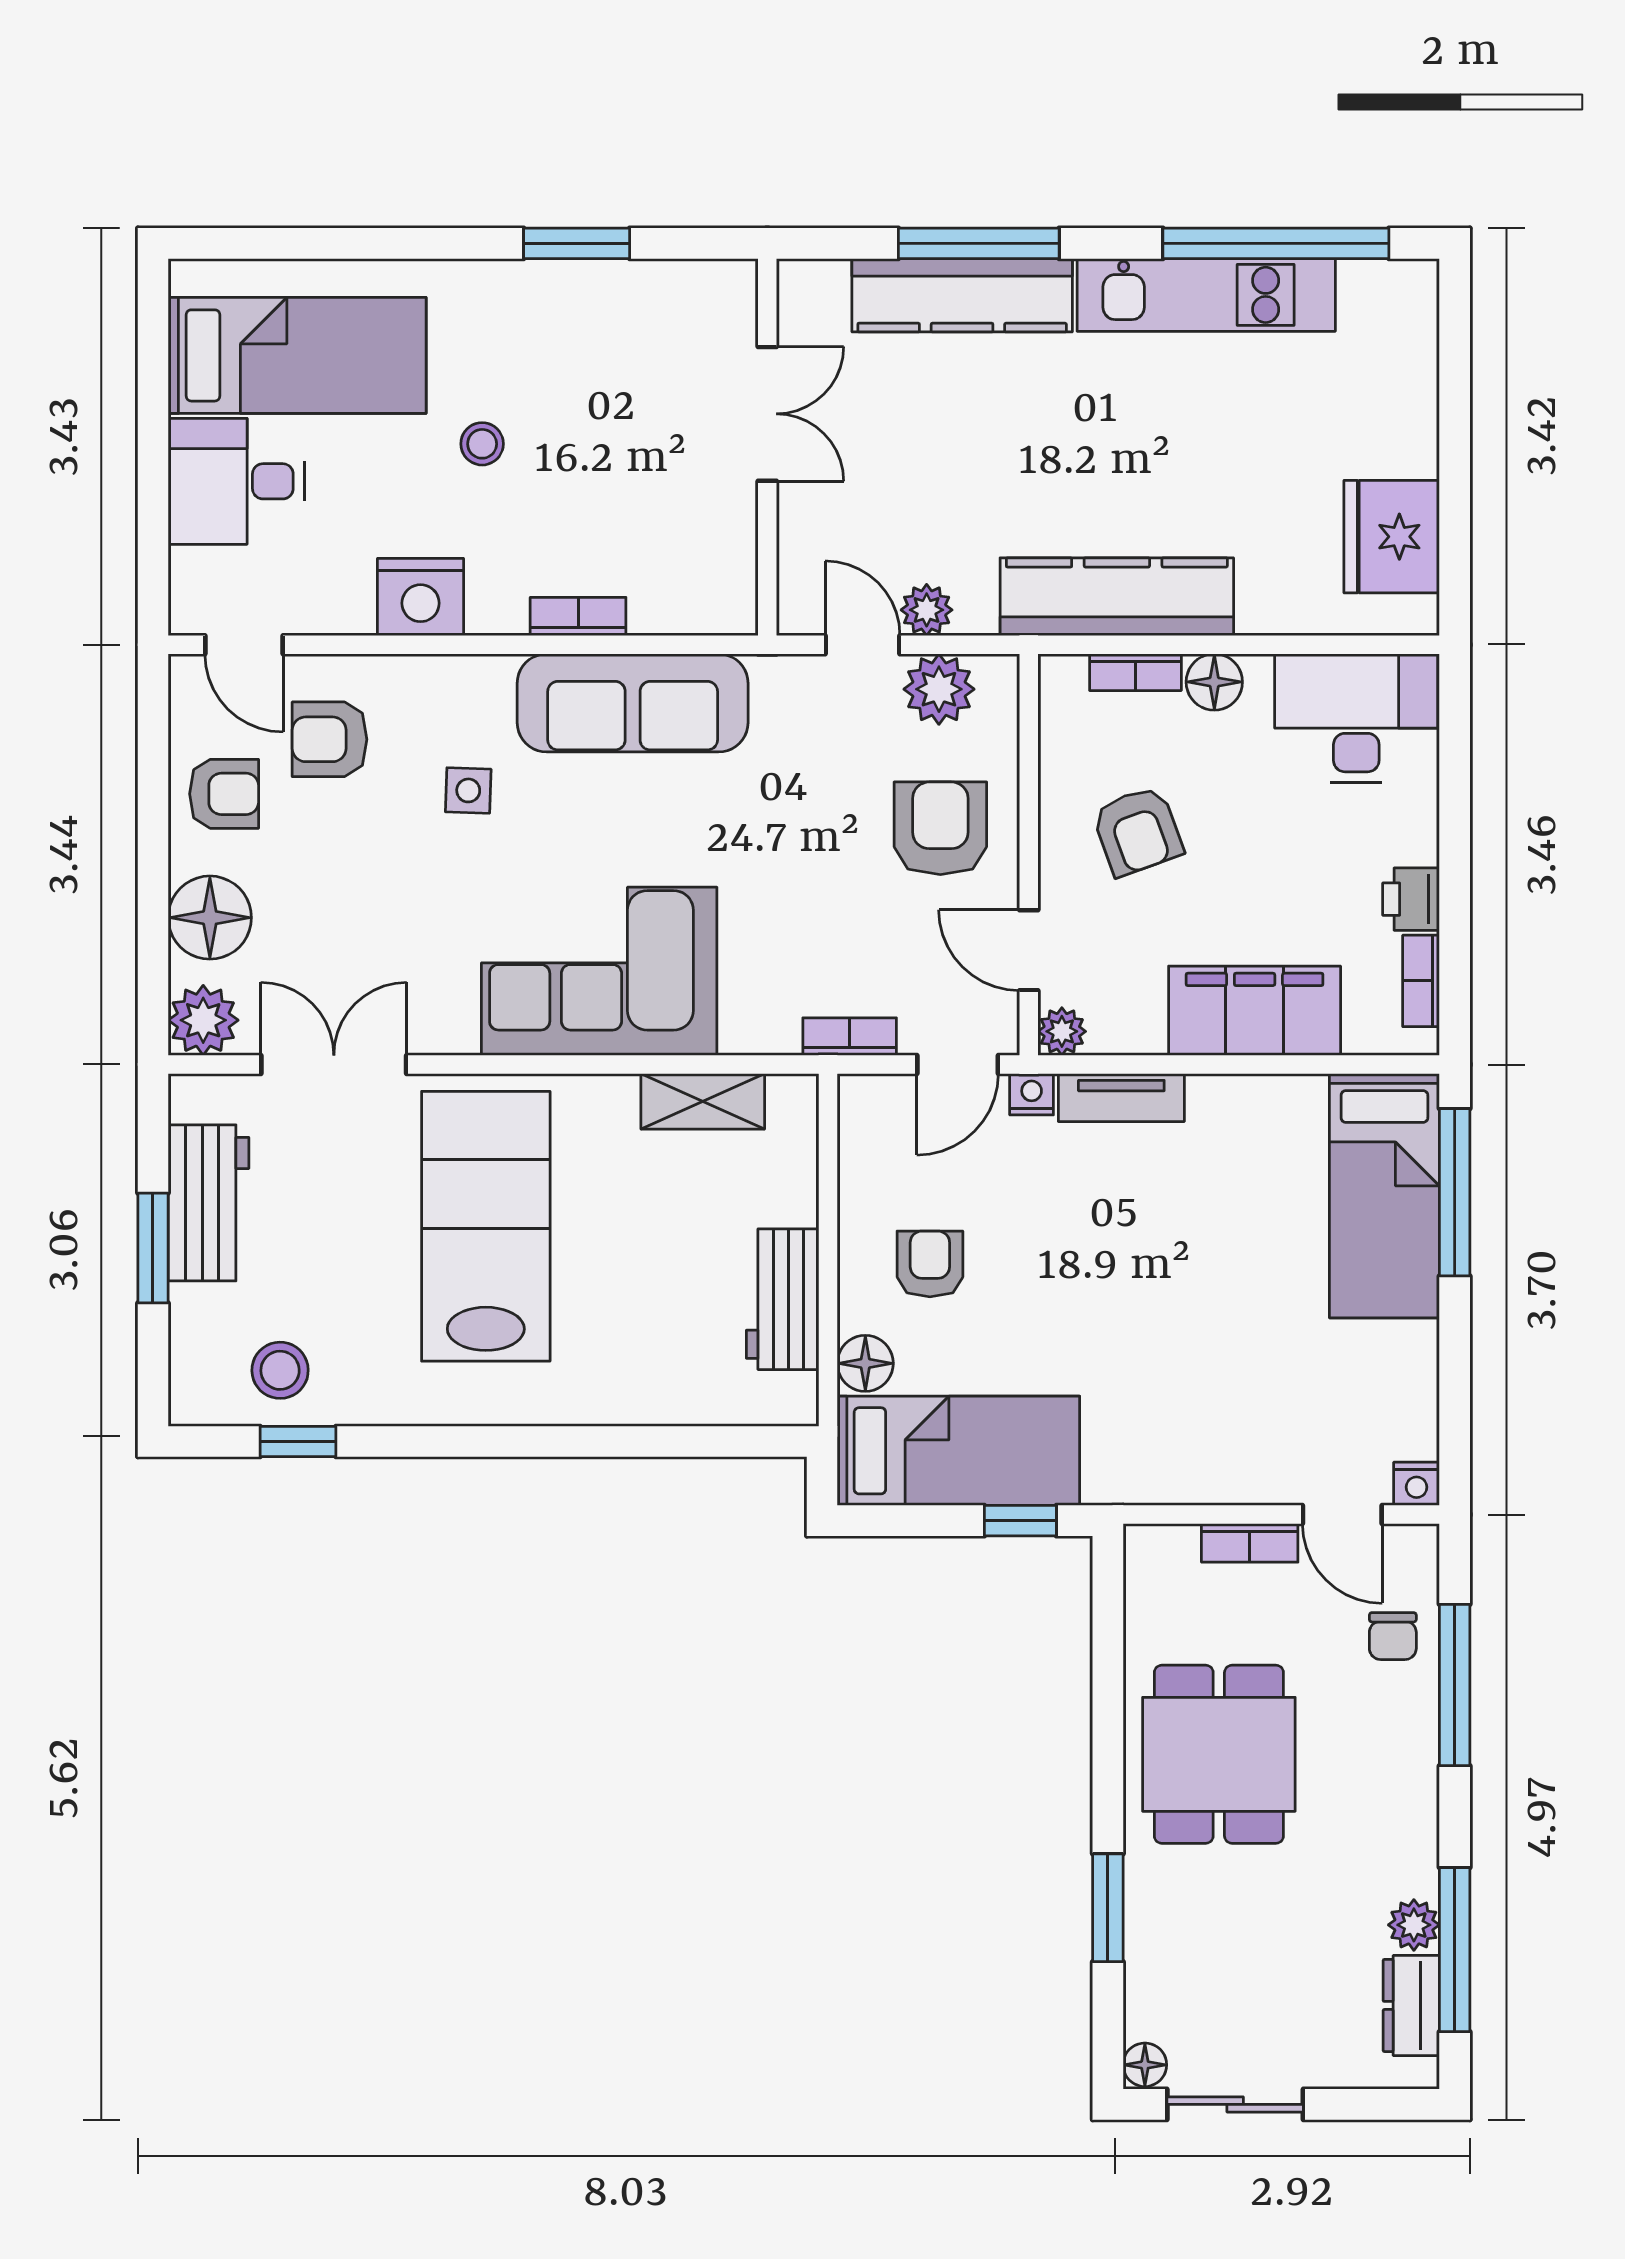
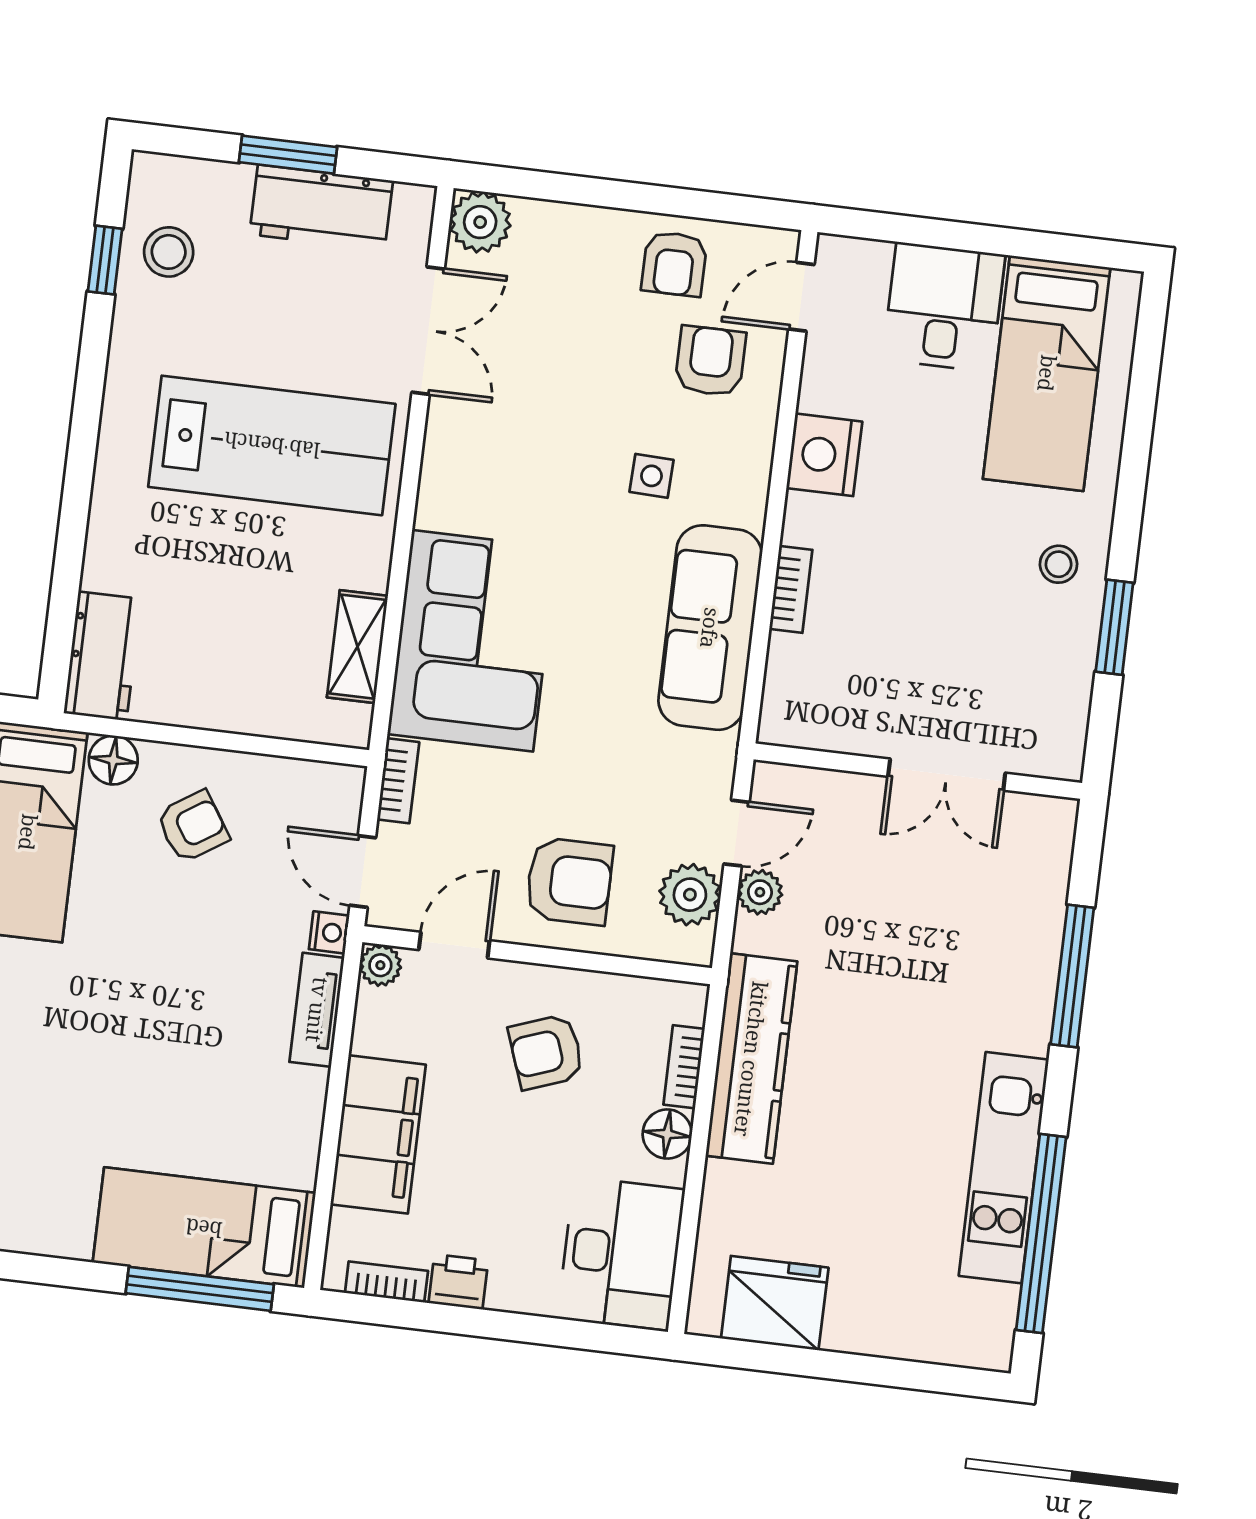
kitchen counter: (962, 295) -> (1029, 956), removed
stool: (482, 444) -> (1059, 564), moved
floor lamp: (210, 918) -> (568, 239), removed
corner sofa: (599, 971) -> (473, 641), moved
armchair: (930, 1264) -> (193, 826), turned -33
workbench: (783, 1299) -> (102, 656), moved, turned 90

